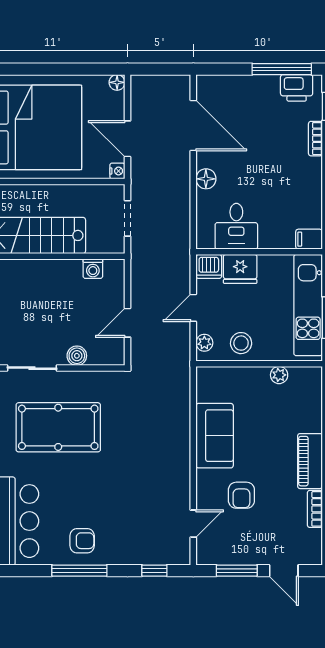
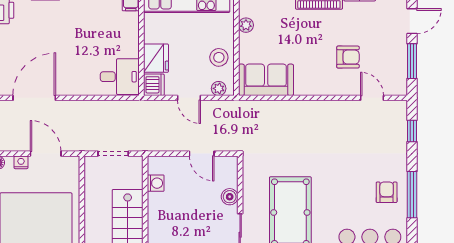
door: (127, 139) -> (46, 154), swing flipped
nightstand: (117, 171) -> (21, 162), moved
floor lamp: (206, 179) -> (80, 87), removed
desk: (236, 226) -> (120, 77), moved
sofa: (215, 436) -> (266, 80), moved

